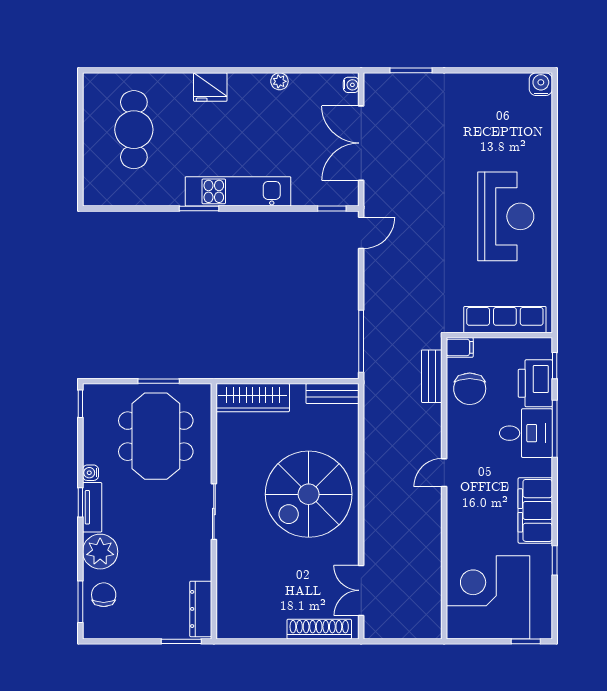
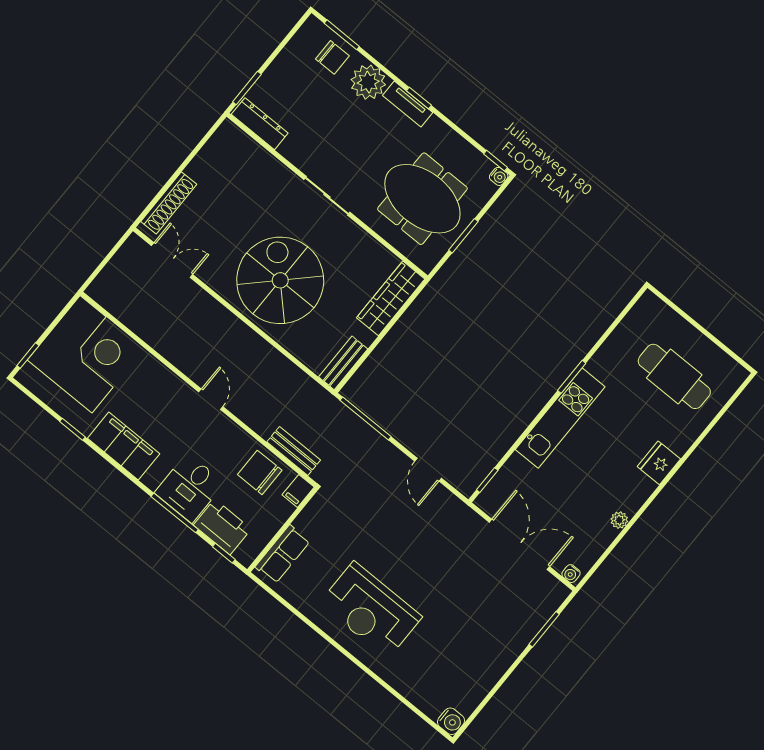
door: (361, 233) -> (428, 470), moved
row of seats: (505, 320) -> (283, 554), width x0.68
water cooler: (90, 473) -> (499, 176), moved, turned 90

